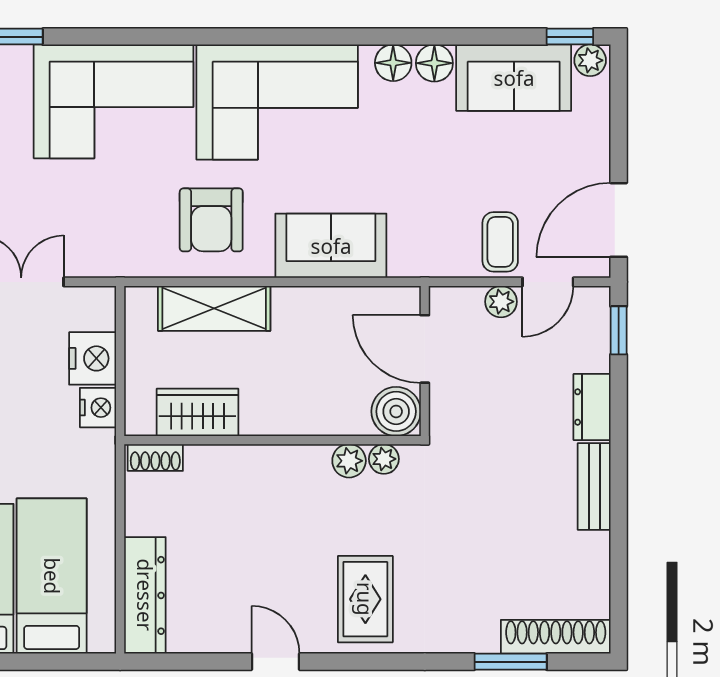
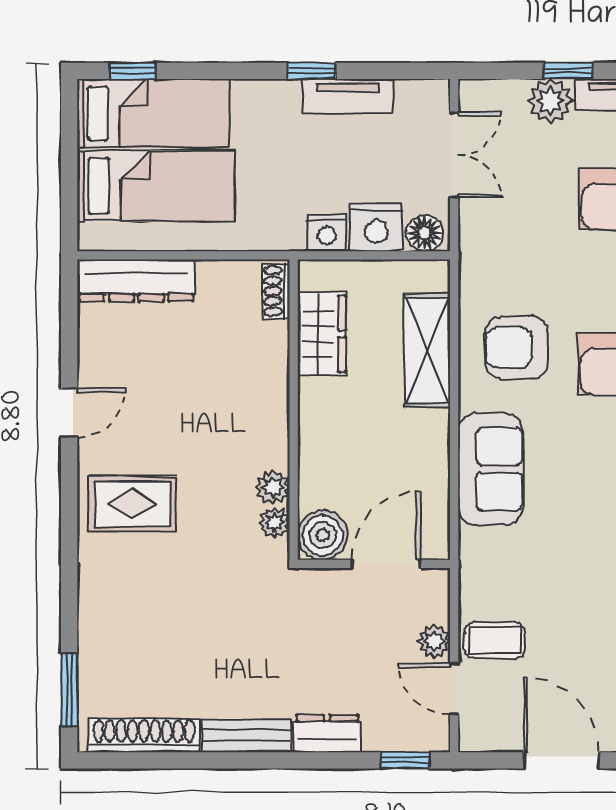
door: (619, 220) -> (561, 760), moved
floor lamp: (98, 311) -> (424, 233), added
shoe rack: (556, 637) -> (144, 735), moved, turned -90
window: (511, 662) -> (69, 690), moved

